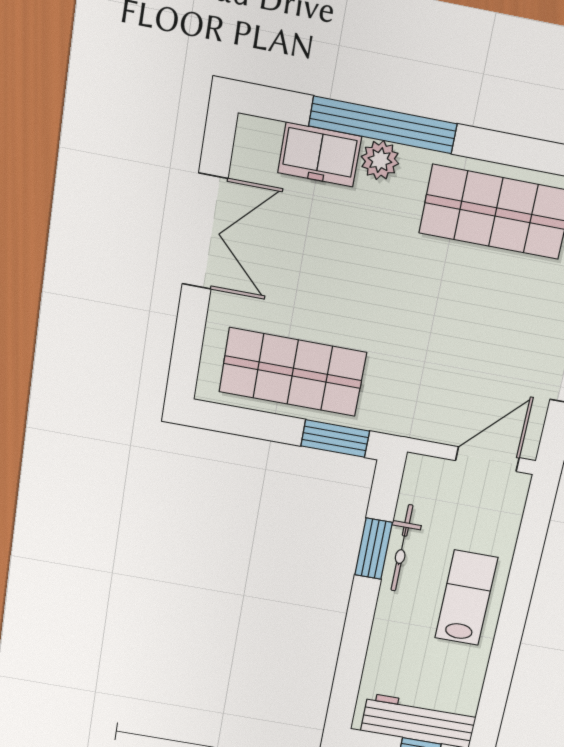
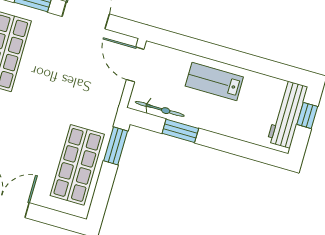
bicycle: (402, 548) -> (160, 109), moved

